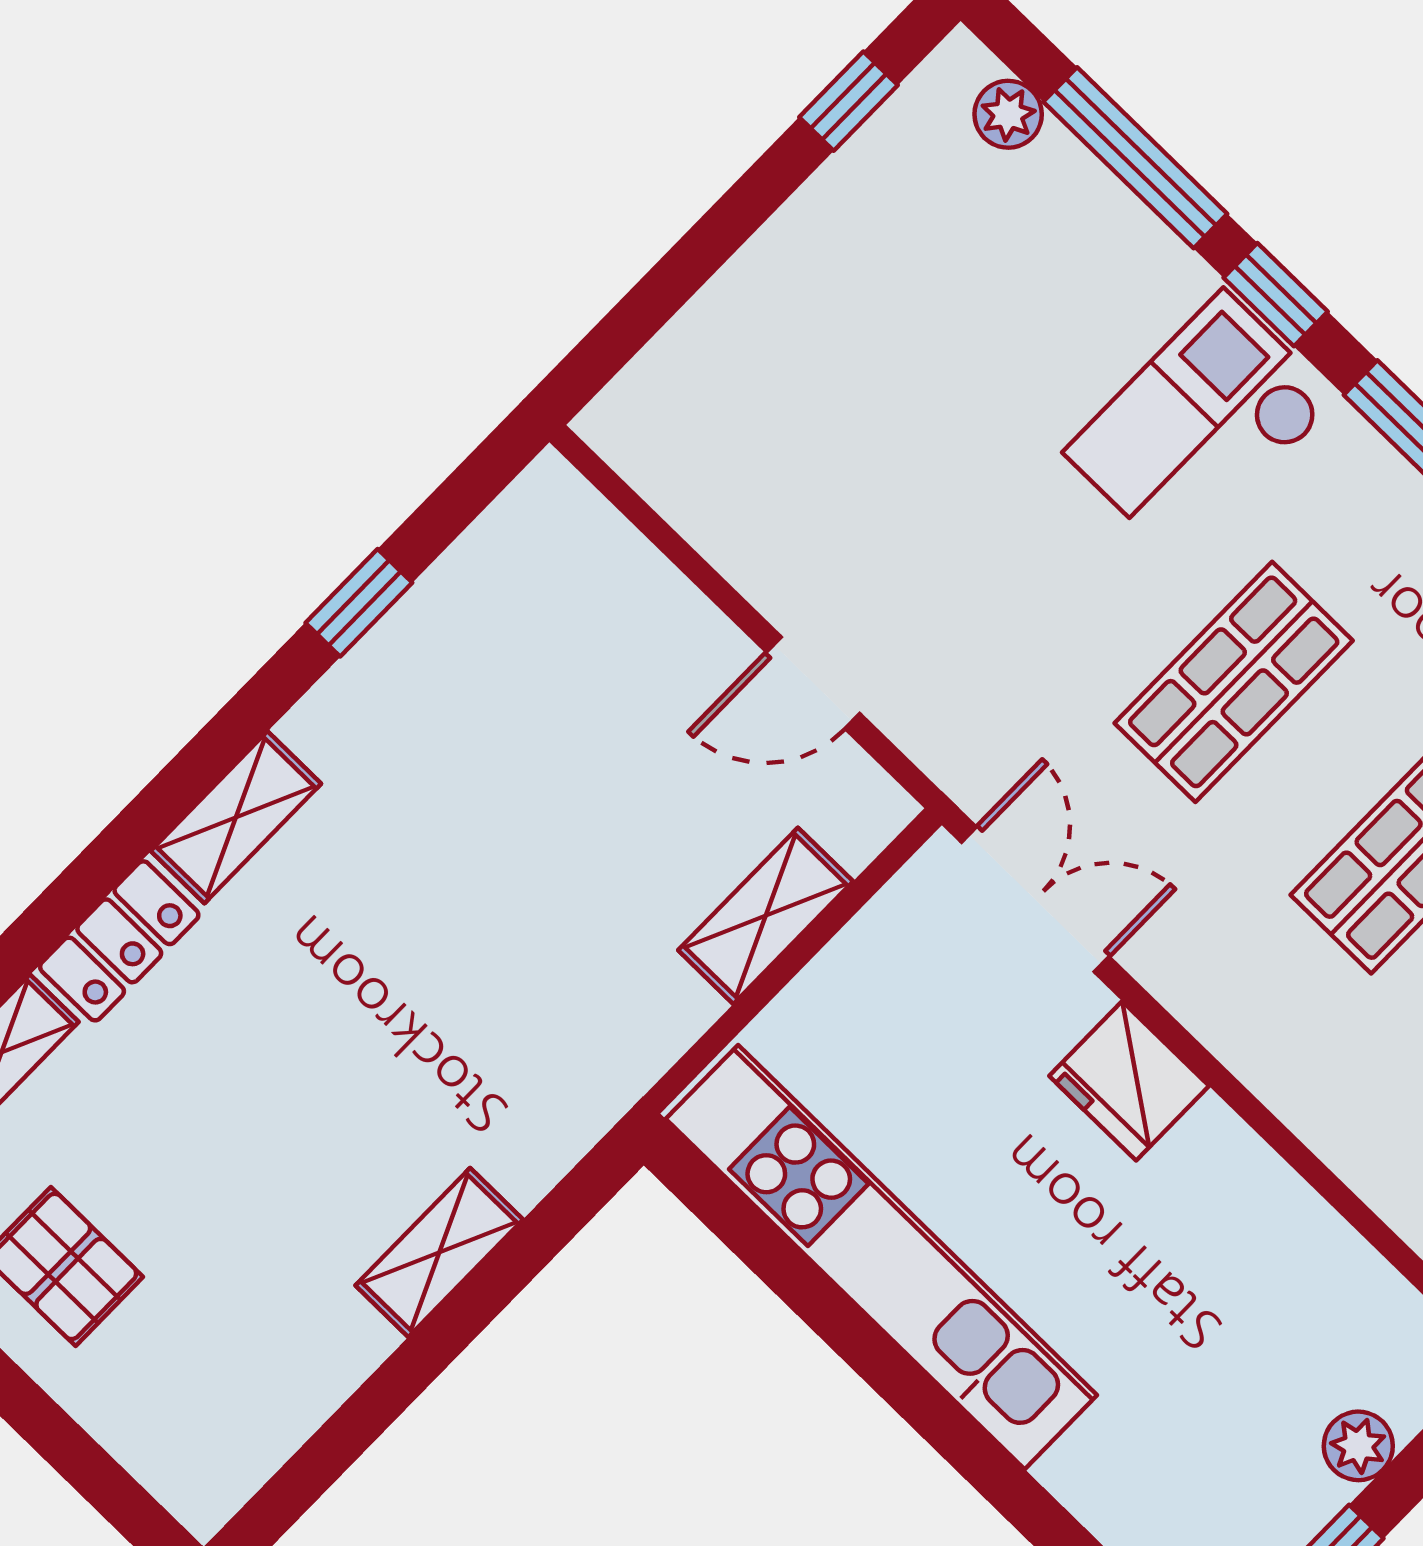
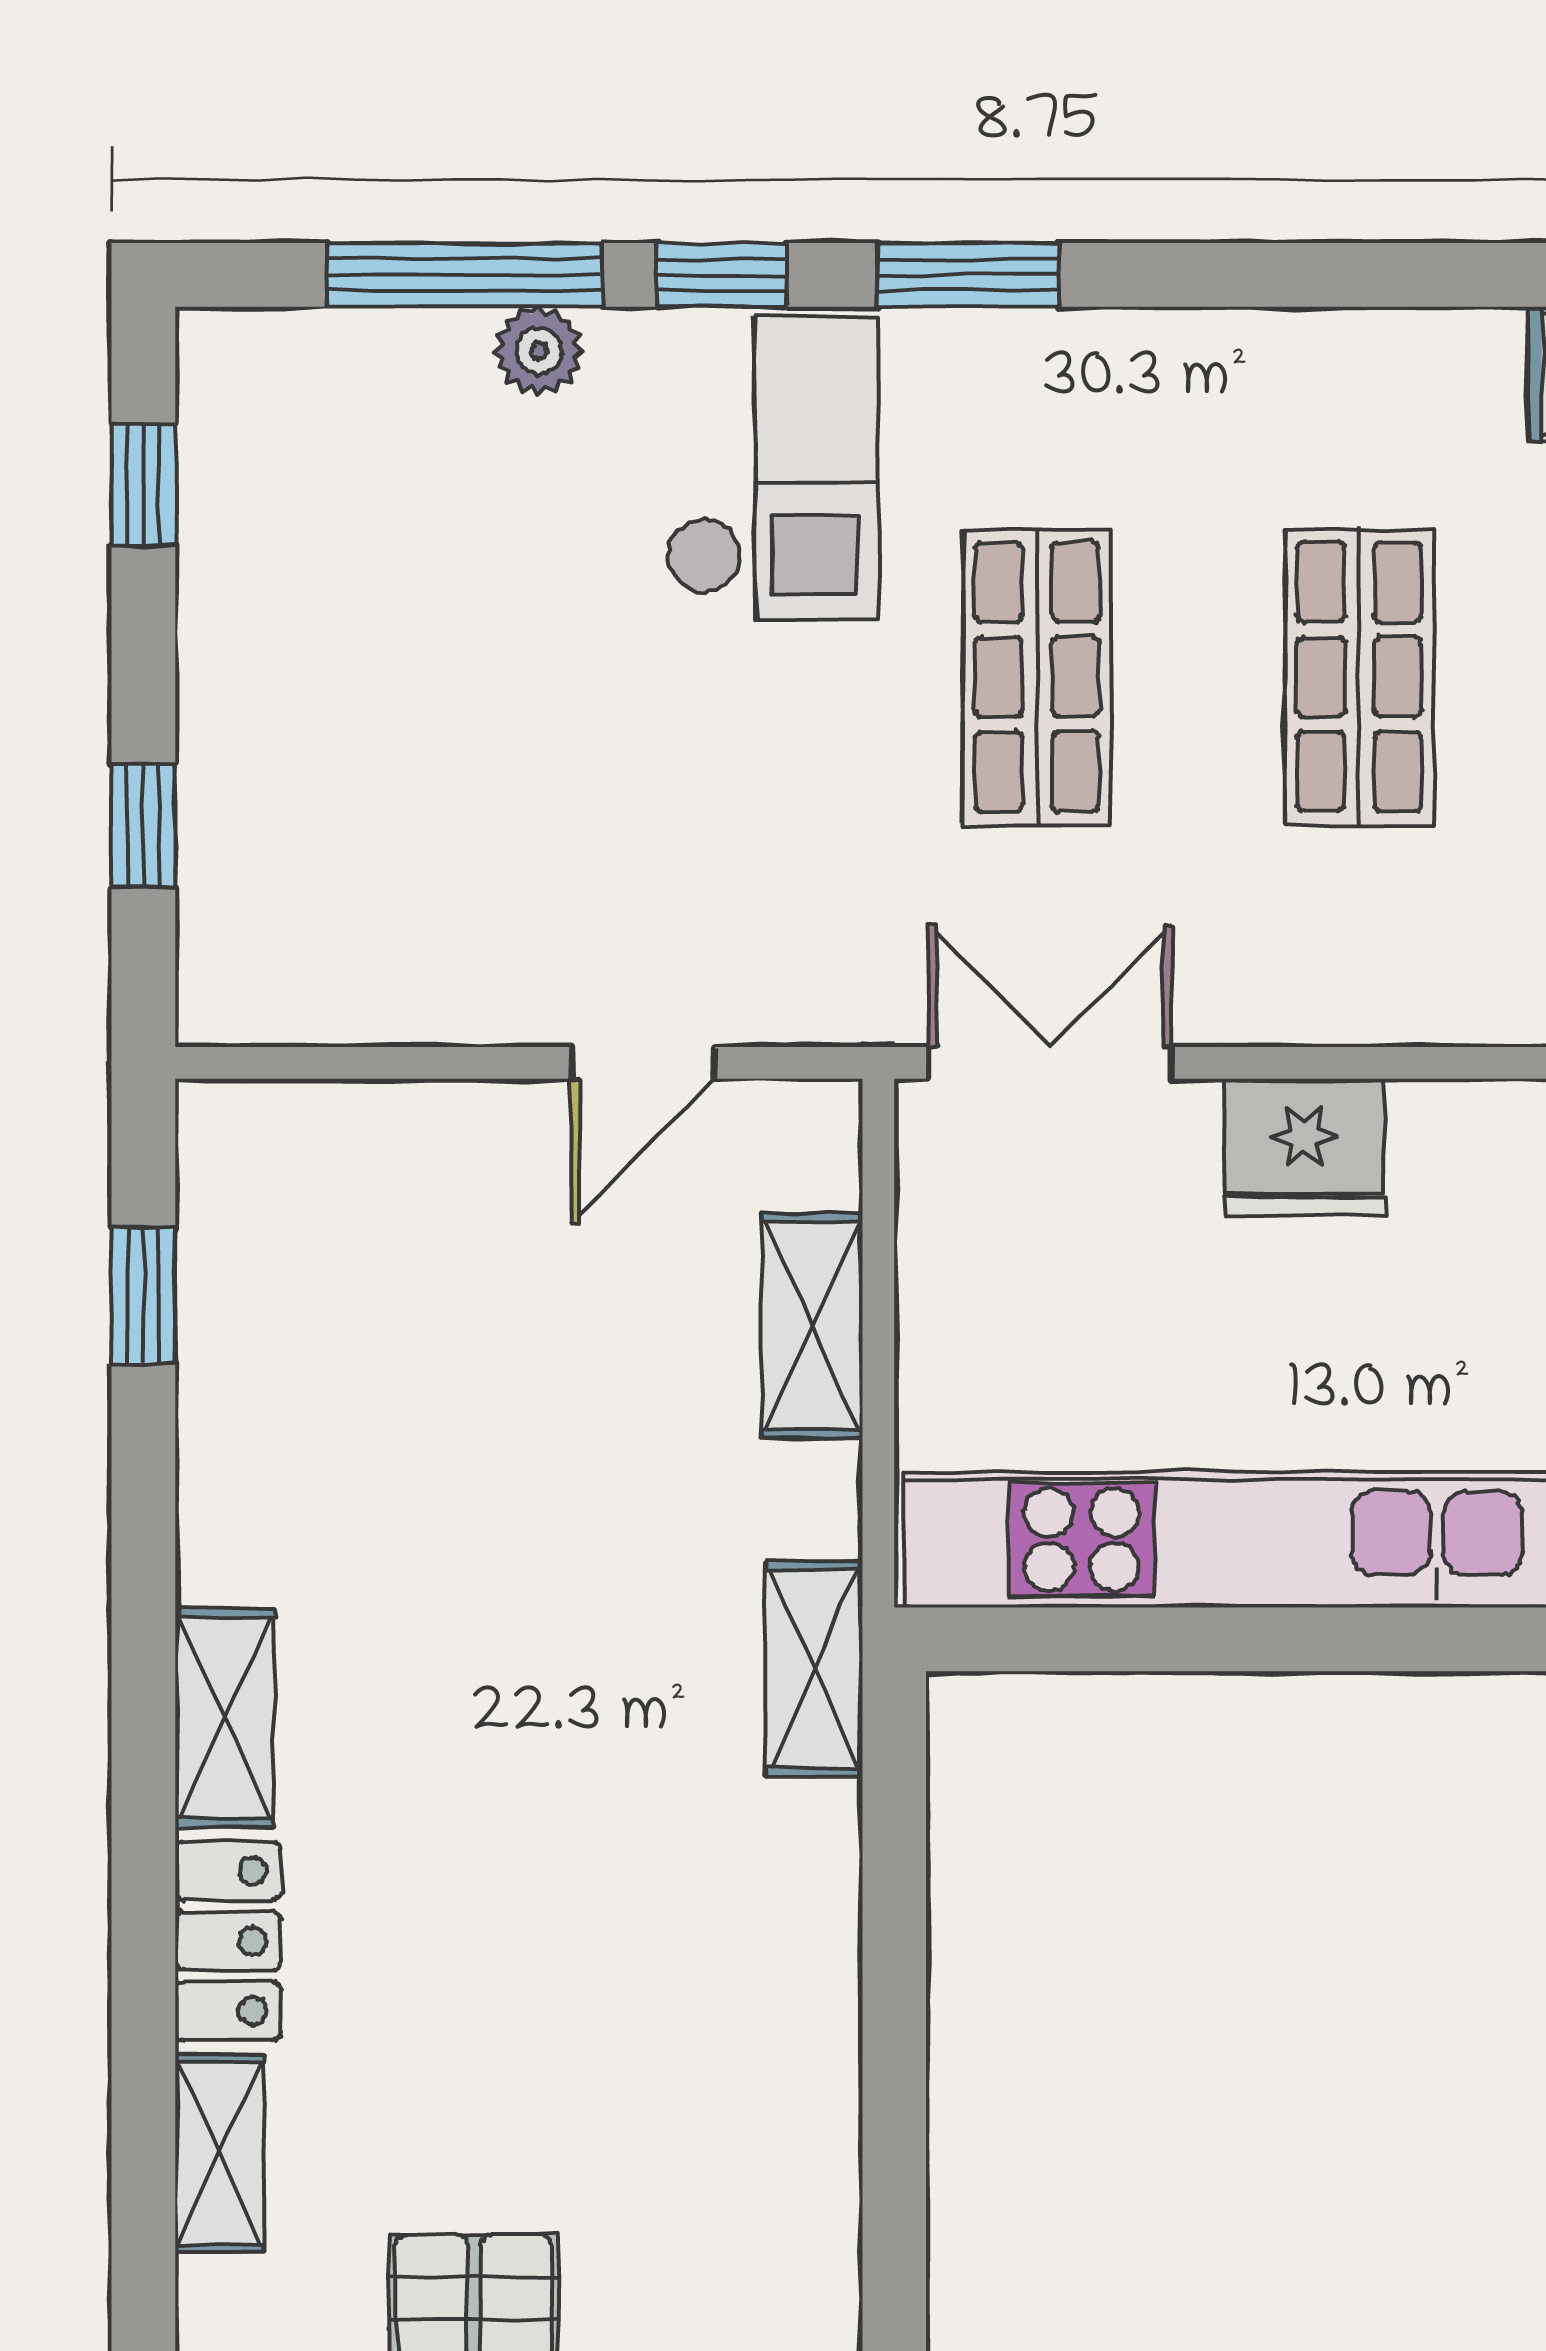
plant: (1008, 114) -> (539, 351), moved
window: (667, 287) -> (143, 826), added
checkout: (1201, 426) -> (772, 467), turned 180
window: (359, 603) -> (143, 1295), moved
shelving: (439, 1252) -> (814, 1669), moved

